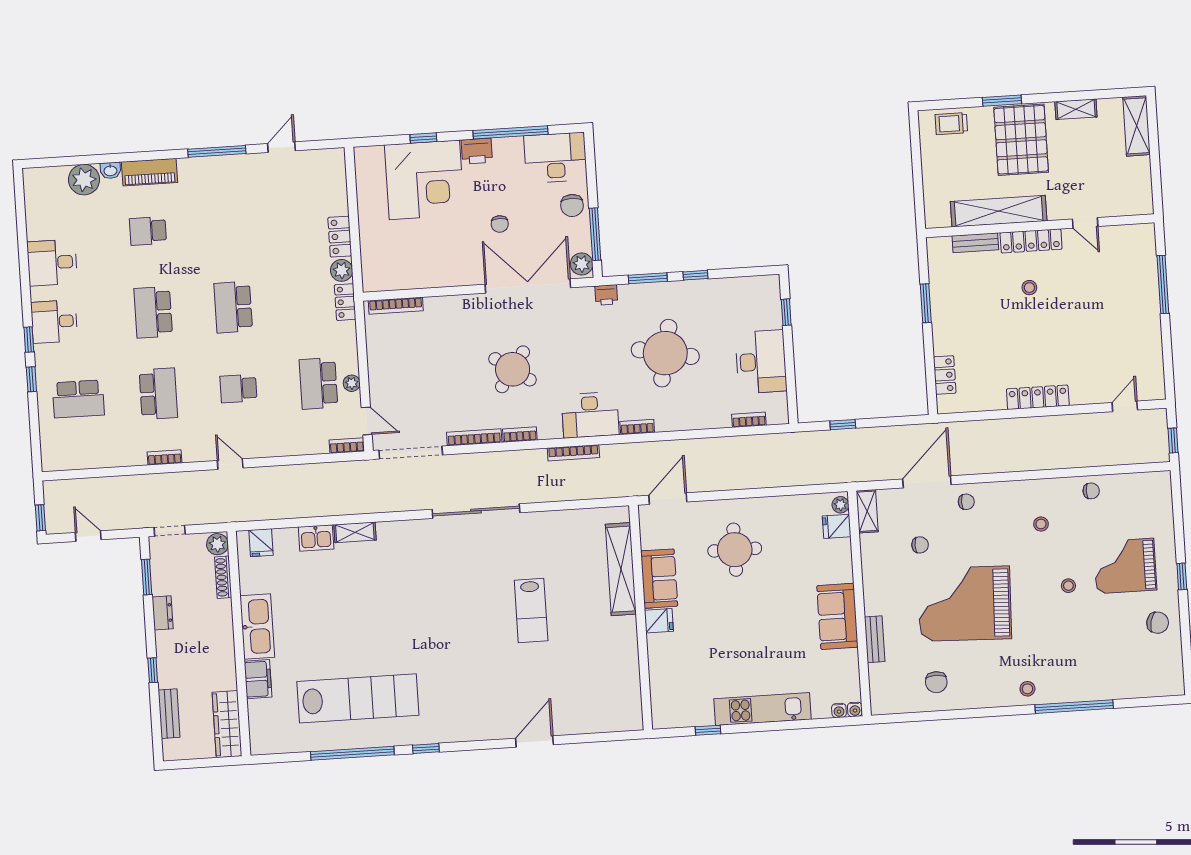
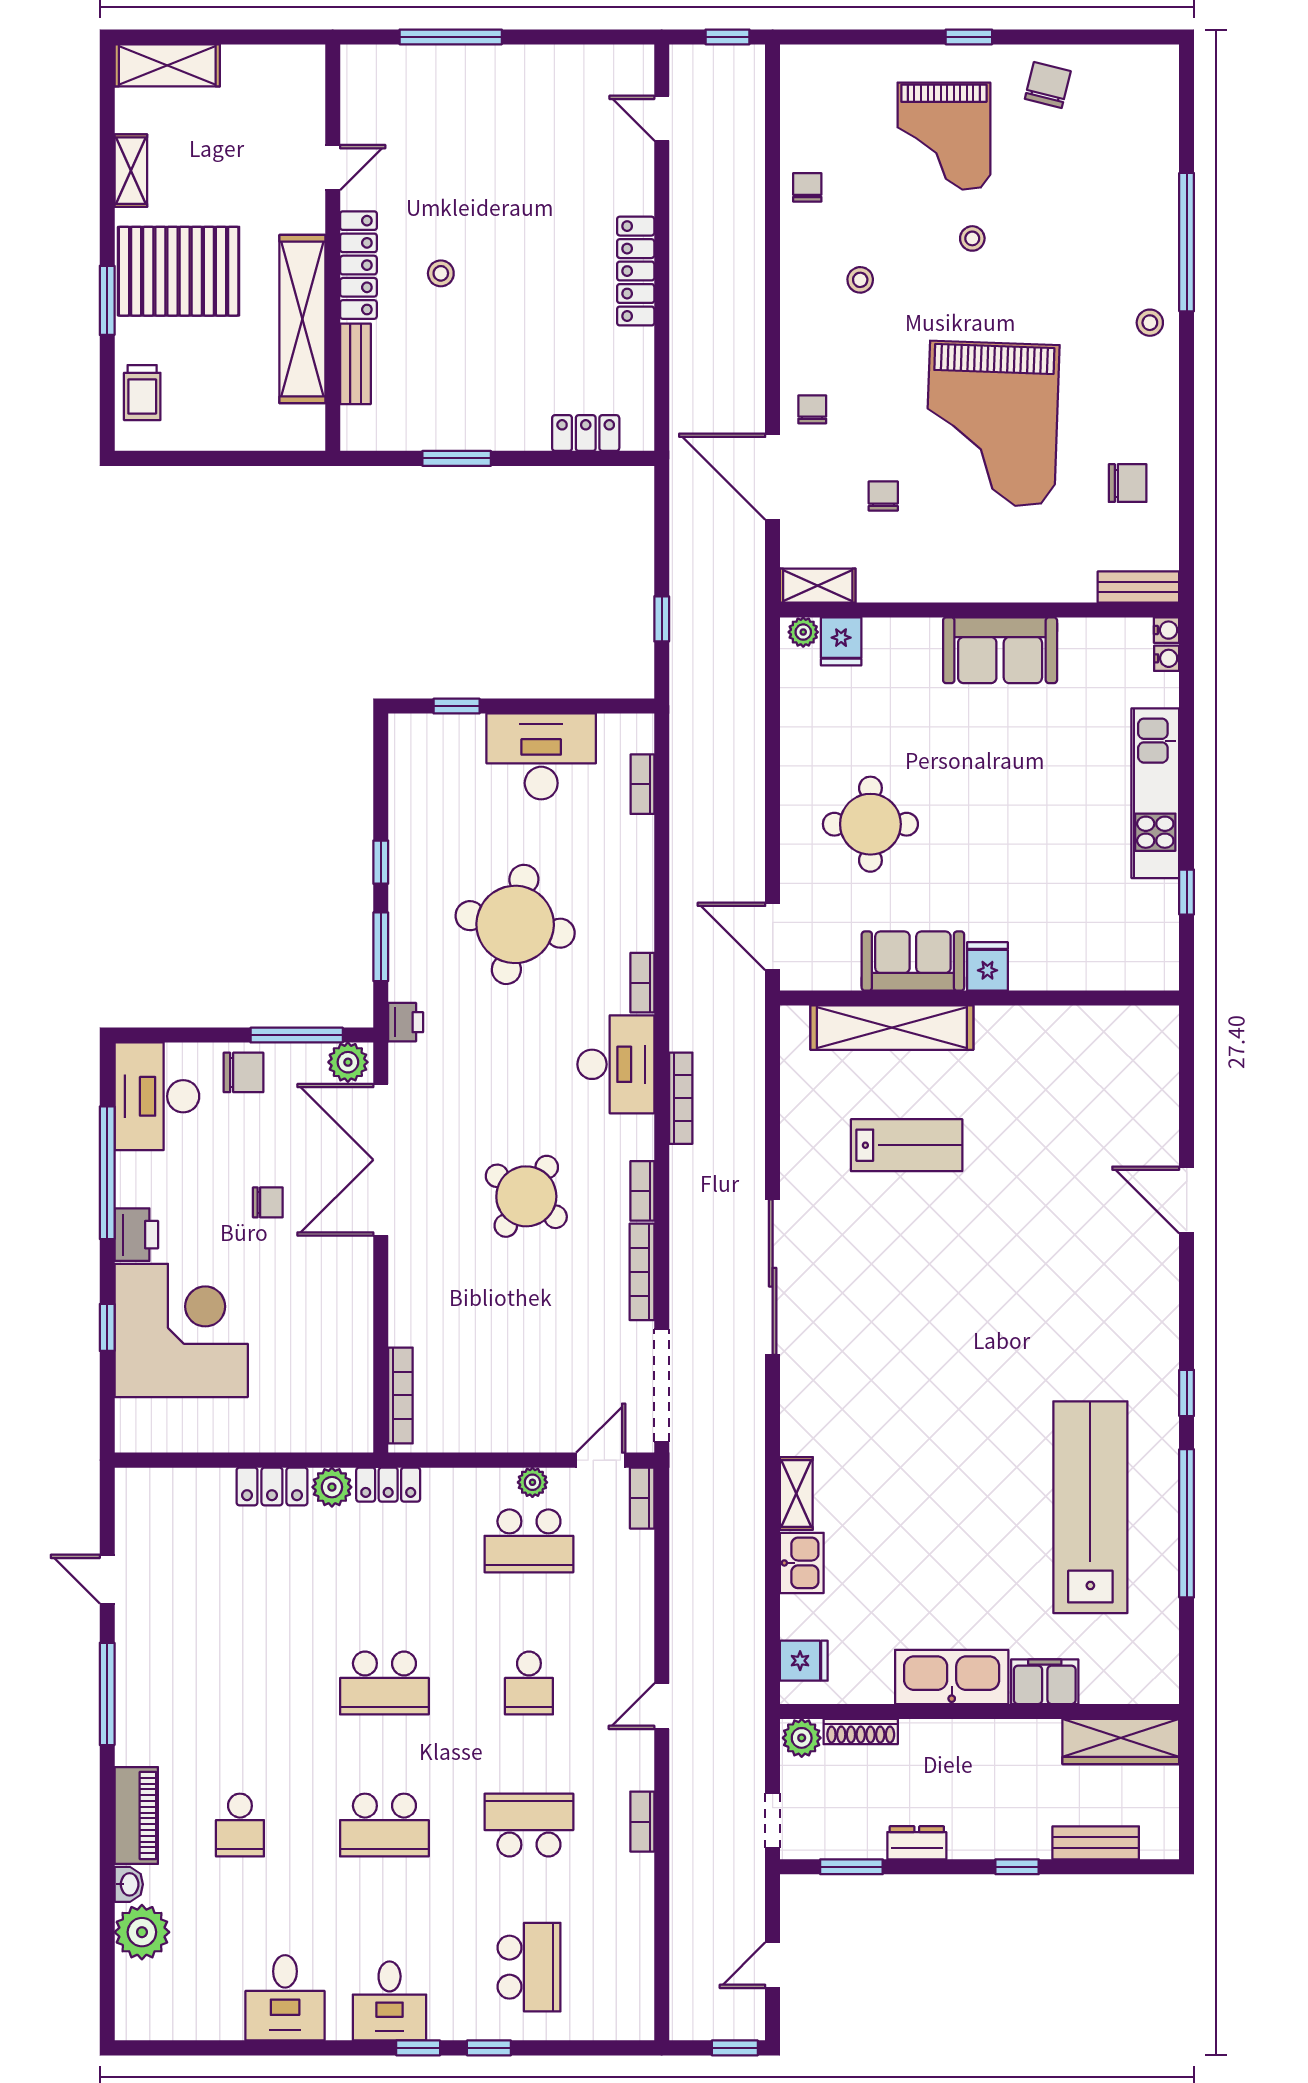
lab bench: (531, 611) -> (907, 1145), moved
bench: (875, 639) -> (1138, 587), moved

